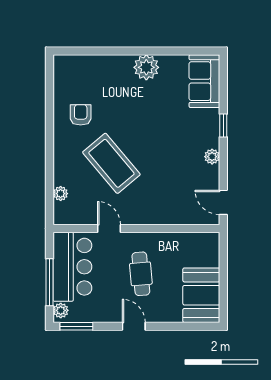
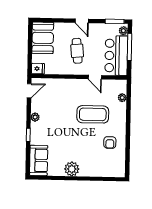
coffee table: (111, 163) -> (93, 114), turned -50
door: (223, 202) -> (29, 91), hinge flipped
fridge: (209, 241) -> (38, 69), added

